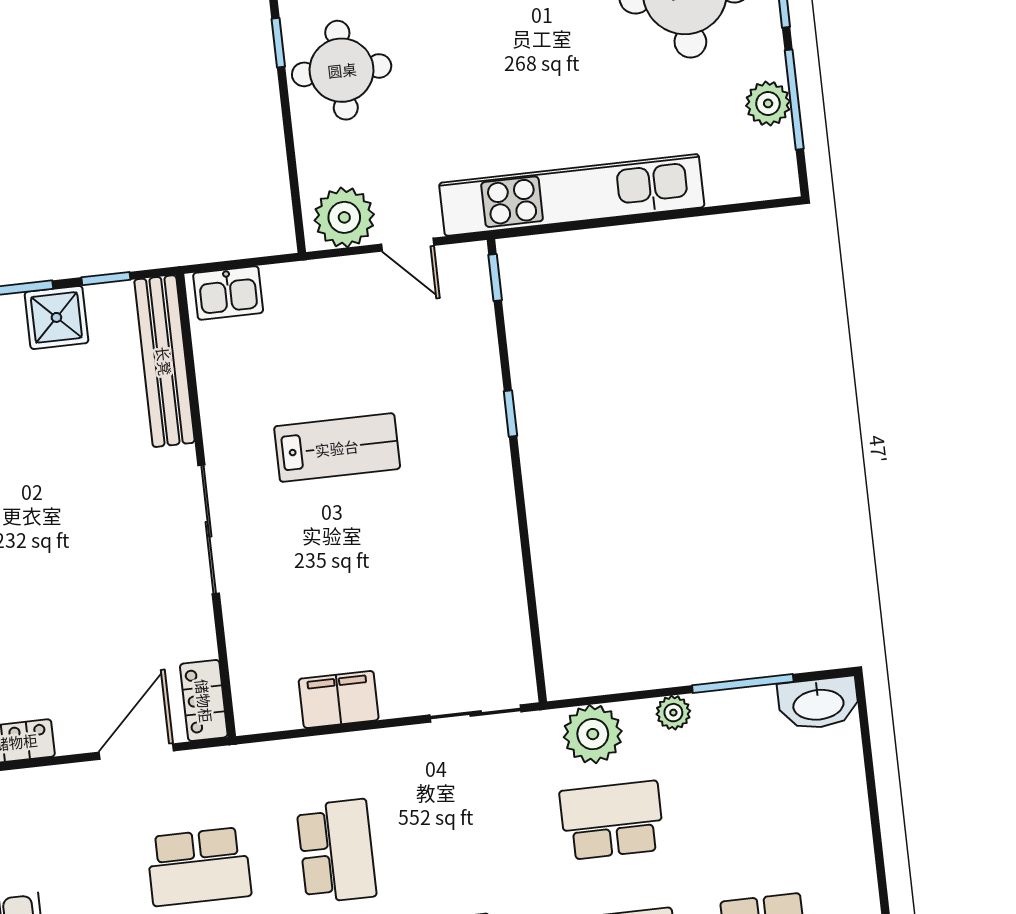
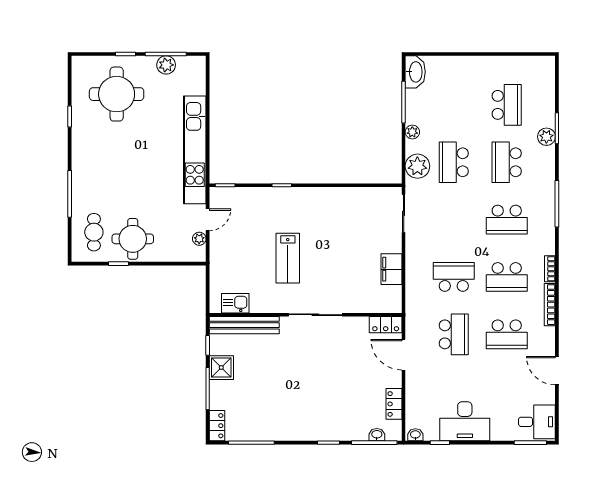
plant: (344, 217) -> (199, 239), width x0.53, depth x0.53
kitchen sink: (228, 293) -> (235, 303), moved, turned -90
lab bench: (337, 448) -> (288, 258), turned 180

